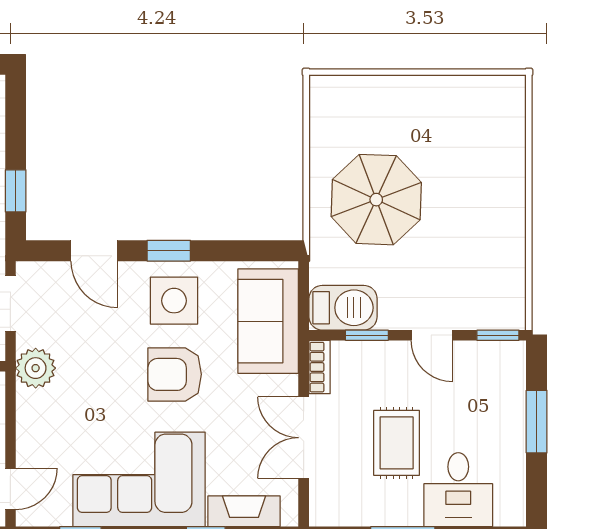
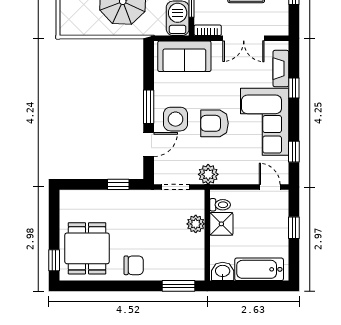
window: (169, 251) -> (149, 107), width x1.50
side table: (174, 301) -> (175, 119), moved
armchair: (175, 374) -> (214, 123), moved, turned 90

